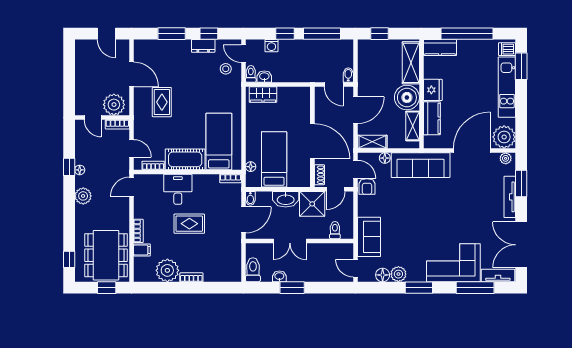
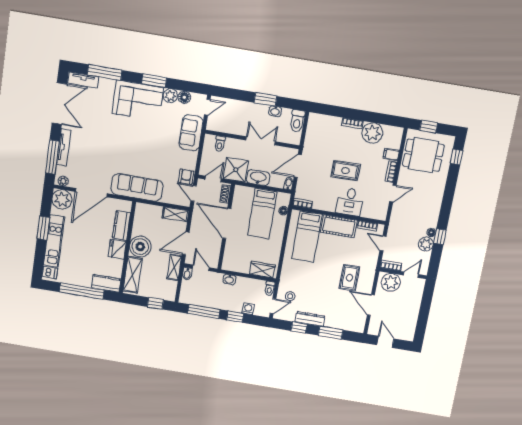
dresser: (203, 46) -> (310, 319), width x1.44
door: (243, 54) -> (273, 306), hinge flipped
window: (521, 66) -> (43, 228), moved
washbasin: (264, 77) -> (229, 279), moved
door: (93, 117) -> (411, 275), hinge flipped
shelving: (413, 126) -> (174, 267), moved
floor lamp: (385, 158) -> (167, 199), removed
window: (521, 184) -> (52, 157), width x1.44
door: (131, 187) -> (393, 193), moved
plant: (83, 196) -> (426, 244), moved
dining table: (106, 255) -> (423, 155), width x0.73
corner sofa: (453, 263) -> (138, 100), moved
door: (355, 268) -> (207, 107), hinge flipped

